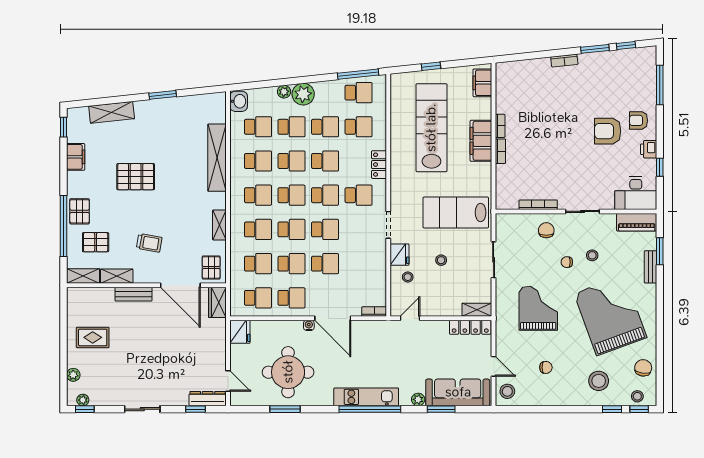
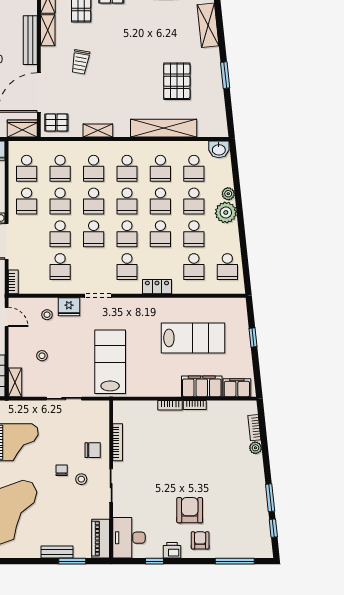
bookcase: (564, 61) -> (254, 428), moved
plant: (544, 64) -> (256, 448), added
window: (358, 74) -> (245, 266), removed
lab bench: (431, 128) -> (193, 338), width x0.73
filing cabinet: (481, 141) -> (202, 386), moved
pallet: (136, 177) -> (177, 81), moved
stool: (592, 255) -> (81, 479), moved
stool: (441, 260) -> (42, 356), moved
school desk: (358, 264) -> (60, 267), added
bench: (134, 294) -> (30, 40), width x1.36

